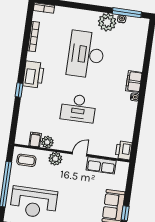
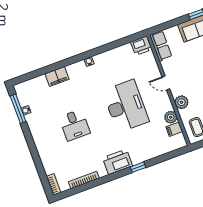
plant: (107, 22) -> (36, 122), removed
desk: (86, 54) -> (75, 125), width x0.53, depth x0.77
filing cabinet: (134, 82) -> (57, 76), moved
desk: (78, 108) -> (126, 106), width x1.36, depth x1.30
row of seats: (101, 165) -> (161, 46), moved

